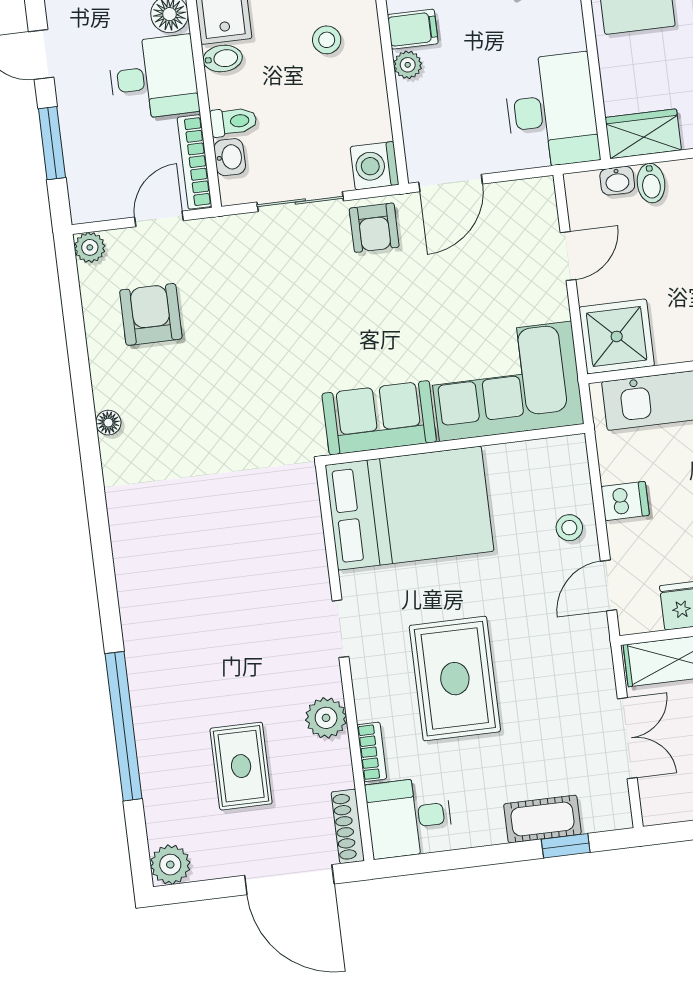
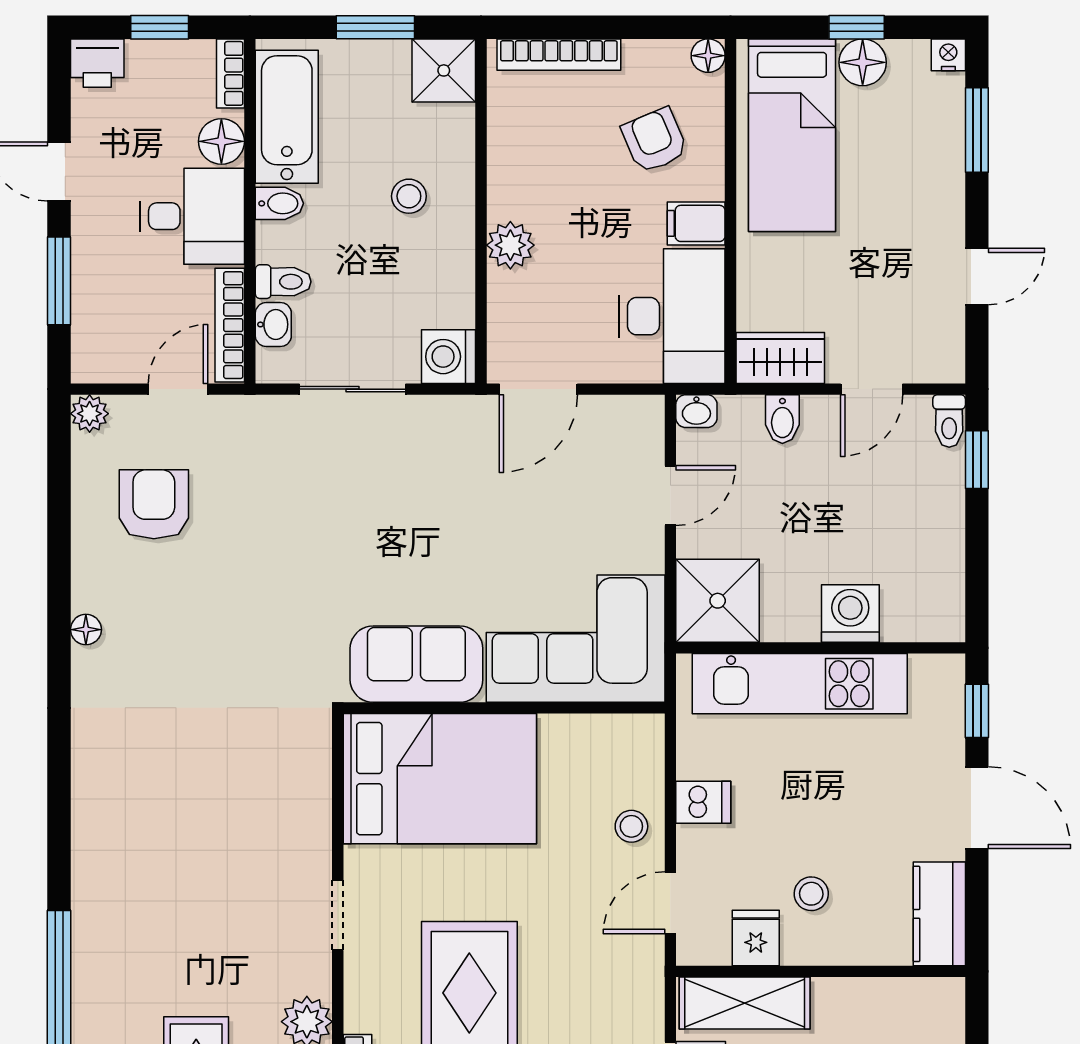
filing cabinet: (413, 29) -> (696, 223), moved, turned 180
plant: (408, 65) -> (510, 245), width x1.38, depth x1.38
washbasin: (617, 181) -> (696, 411), moved
armchair: (374, 228) -> (439, 432), removed

